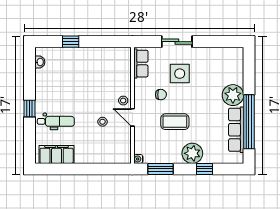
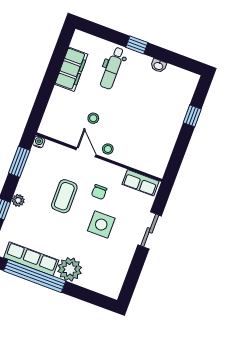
washbasin: (40, 62) -> (158, 66), moved
side table: (180, 74) -> (101, 225), moved
door: (132, 117) -> (86, 152), hinge flipped
plant: (192, 153) -> (18, 200), width x0.53, depth x0.53
filing cabinet: (57, 155) -> (71, 69), moved

